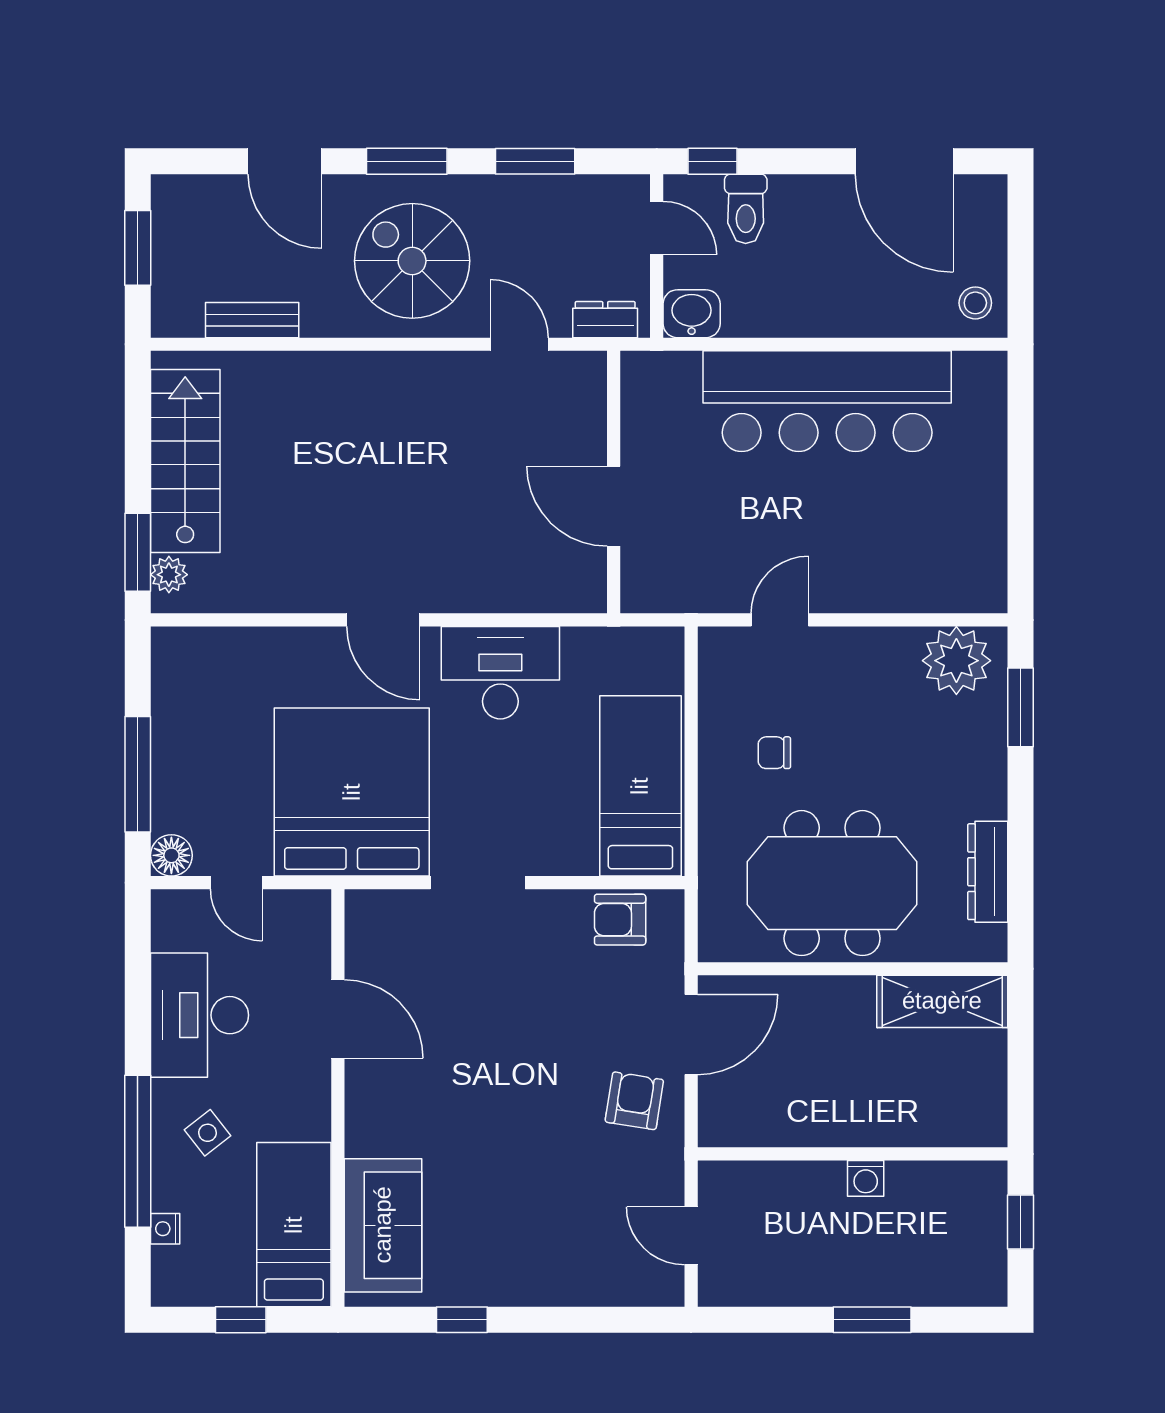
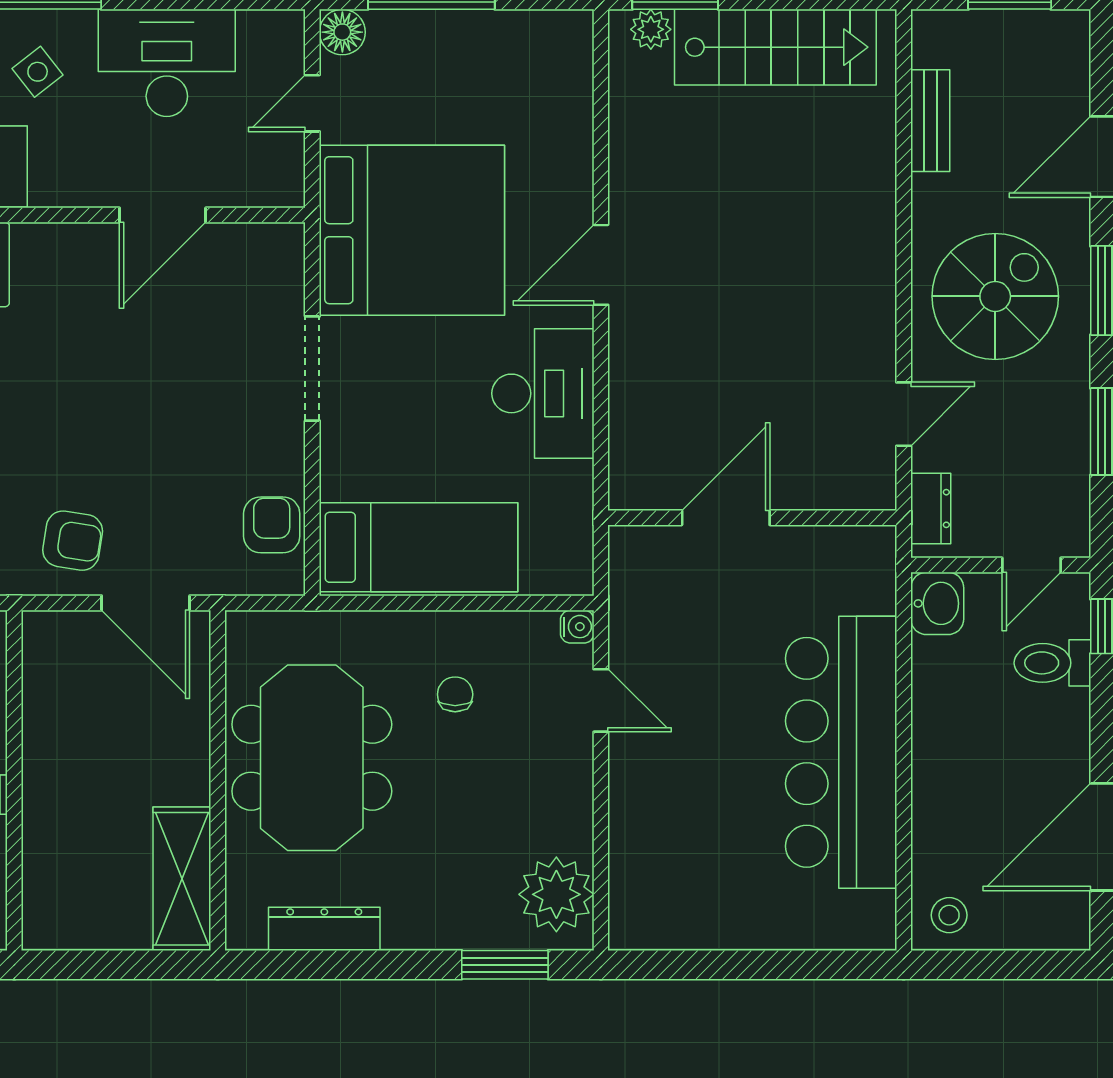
water cooler: (713, 641) -> (577, 627), added

